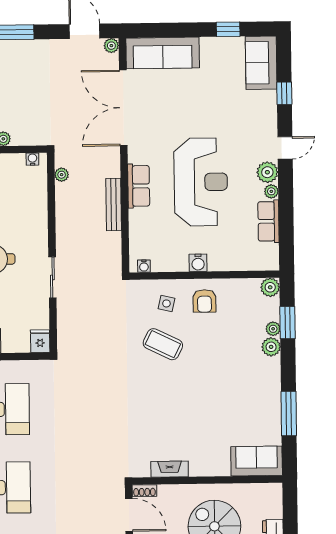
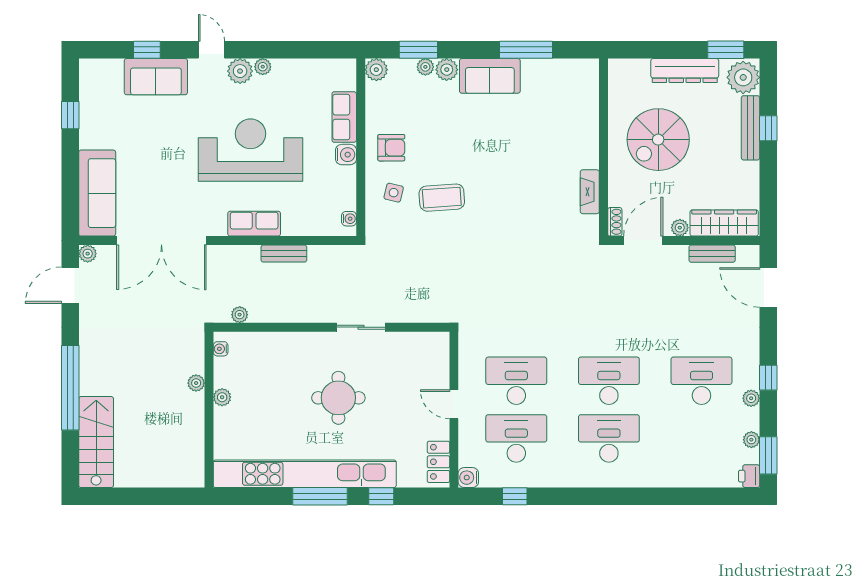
sofa: (261, 63) -> (156, 77), moved
bench: (114, 204) -> (284, 254), width x0.73
row of seats: (268, 221) -> (344, 117), moved, turned 90
fridge: (40, 341) -> (436, 343), removed
coffee table: (163, 344) -> (442, 198), turned 60
sofa: (257, 461) -> (490, 76), moved, turned -90

